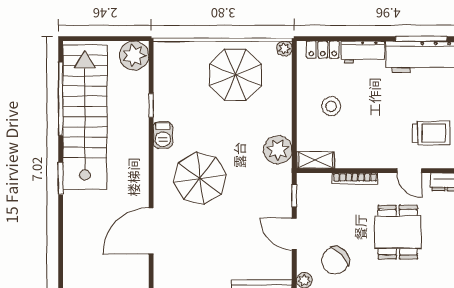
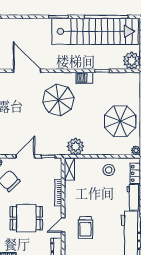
stool: (331, 106) -> (109, 170), moved
trolley: (431, 133) -> (86, 228), moved

